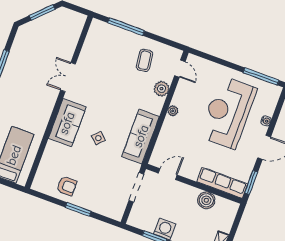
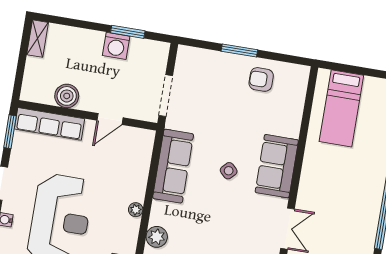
side table: (98, 138) -> (229, 171), moved
door: (168, 174) -> (110, 119), moved

